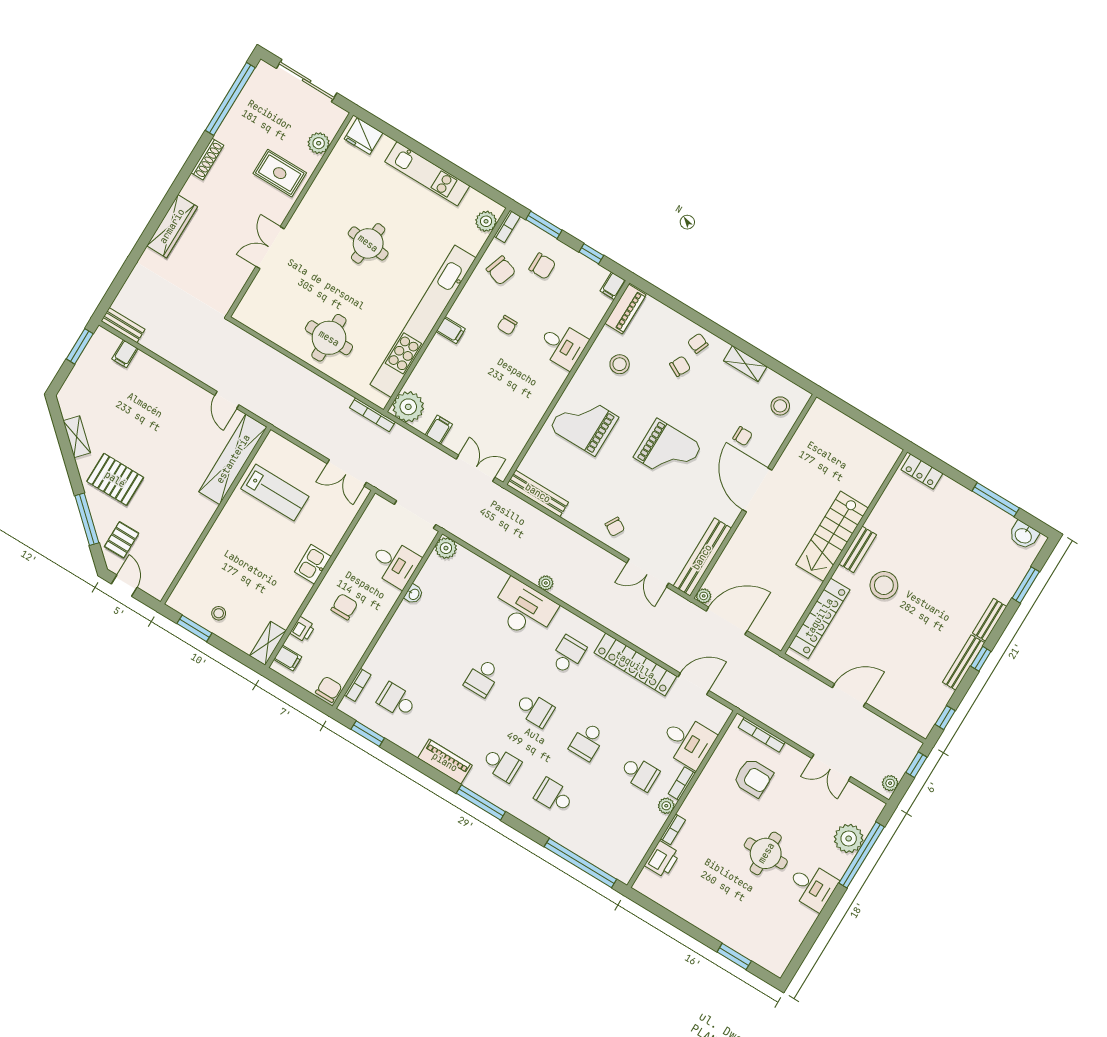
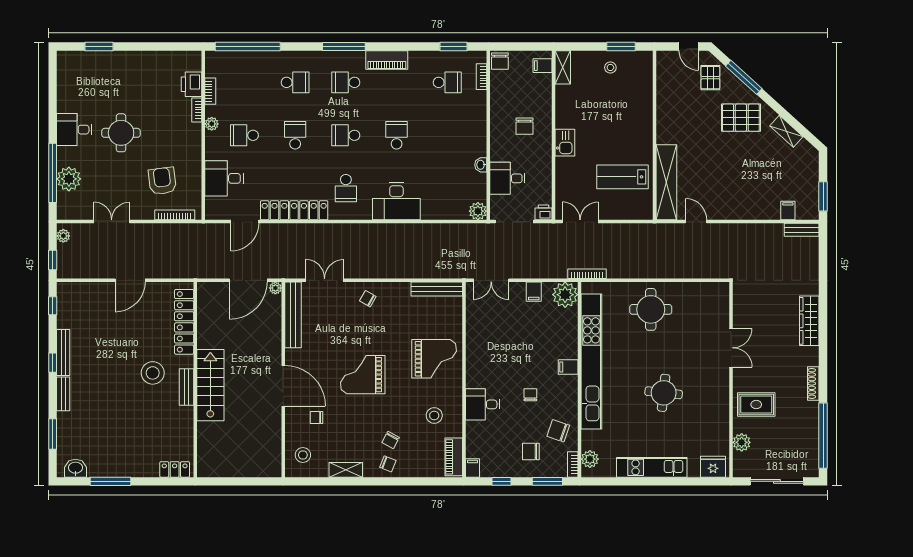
plant: (546, 583) -> (392, 229), removed
printer: (302, 629) -> (544, 212), moved, turned 90
armchair: (753, 778) -> (162, 181), turned 83
bookcase: (682, 784) -> (210, 91), moved

